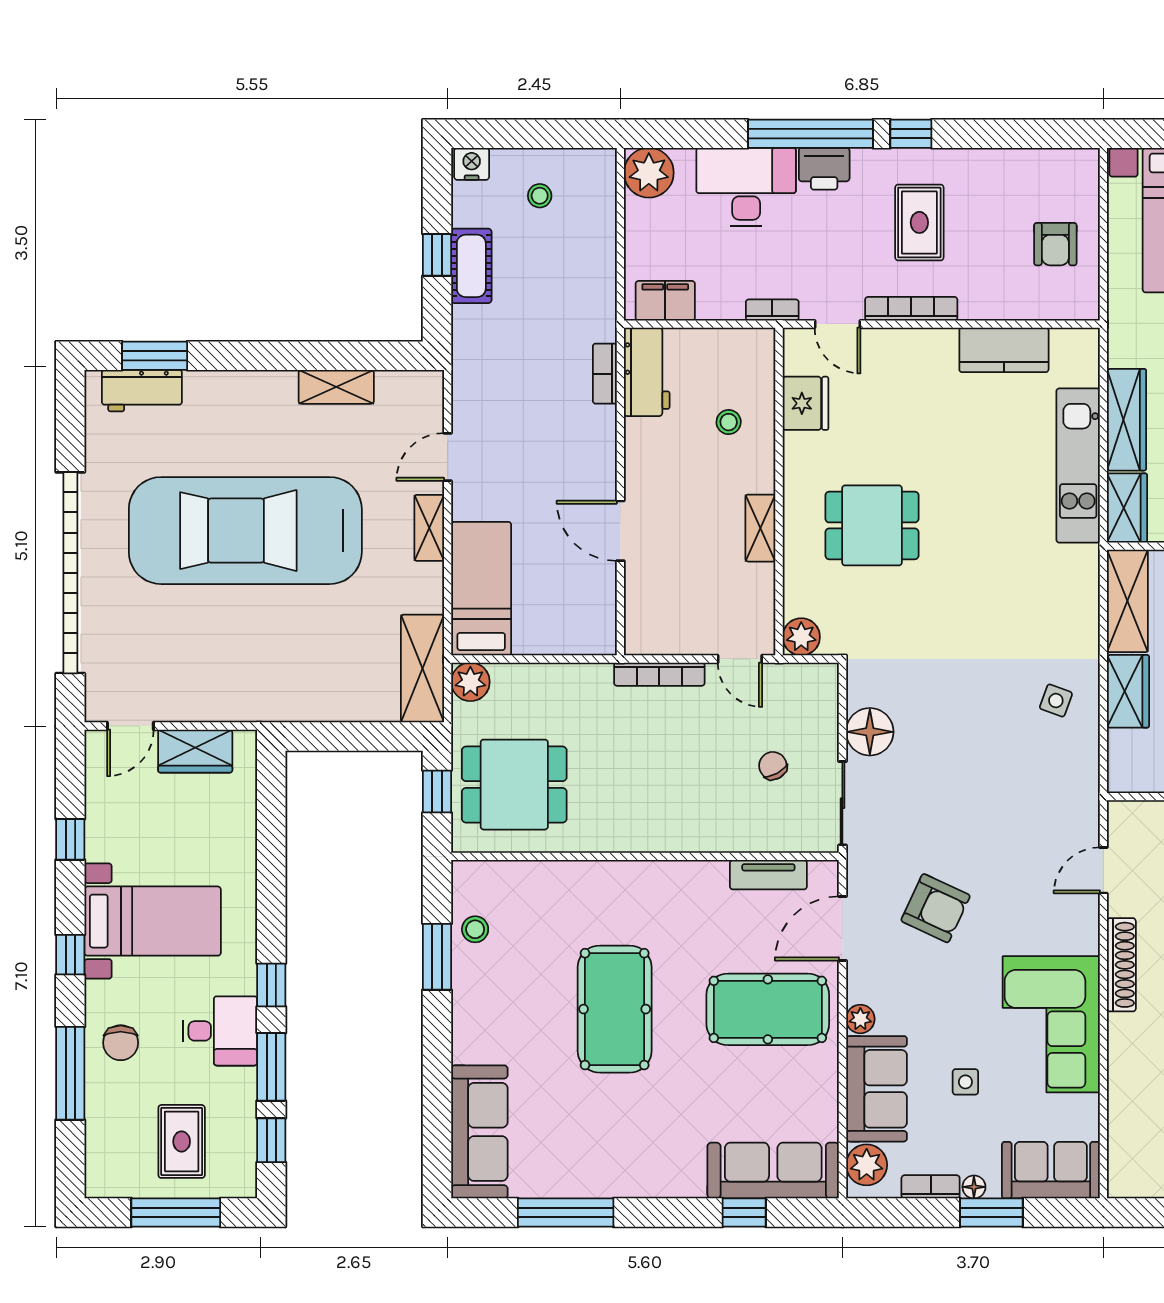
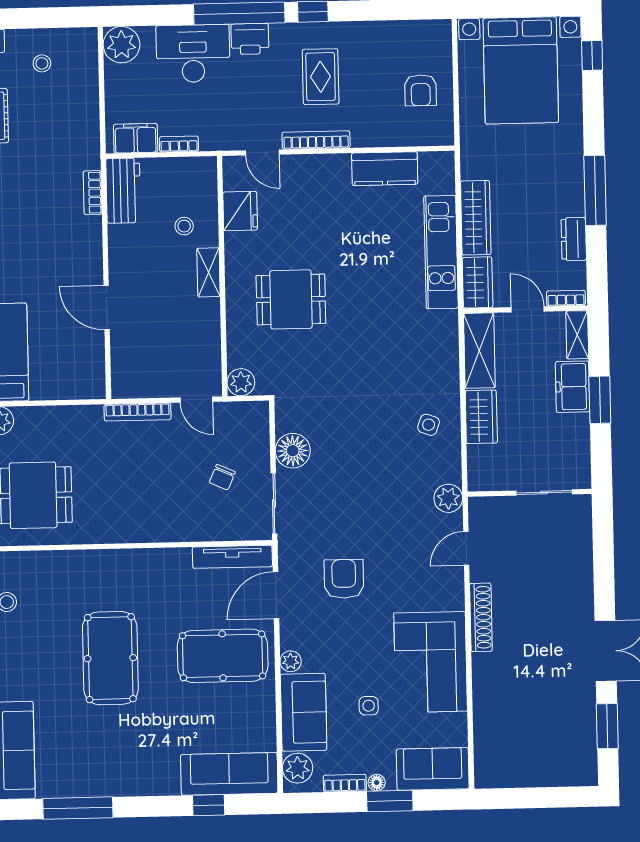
bookcase: (772, 310) -> (179, 144), moved
shelving: (760, 528) -> (208, 272), moved
chair: (773, 766) -> (222, 477), turned -127
plant: (1080, 801) -> (448, 498), added
tv unit: (768, 875) -> (232, 557), width x1.41
armchair: (936, 908) -> (344, 579), turned -115

